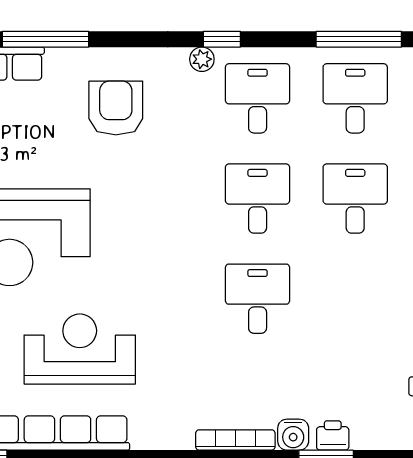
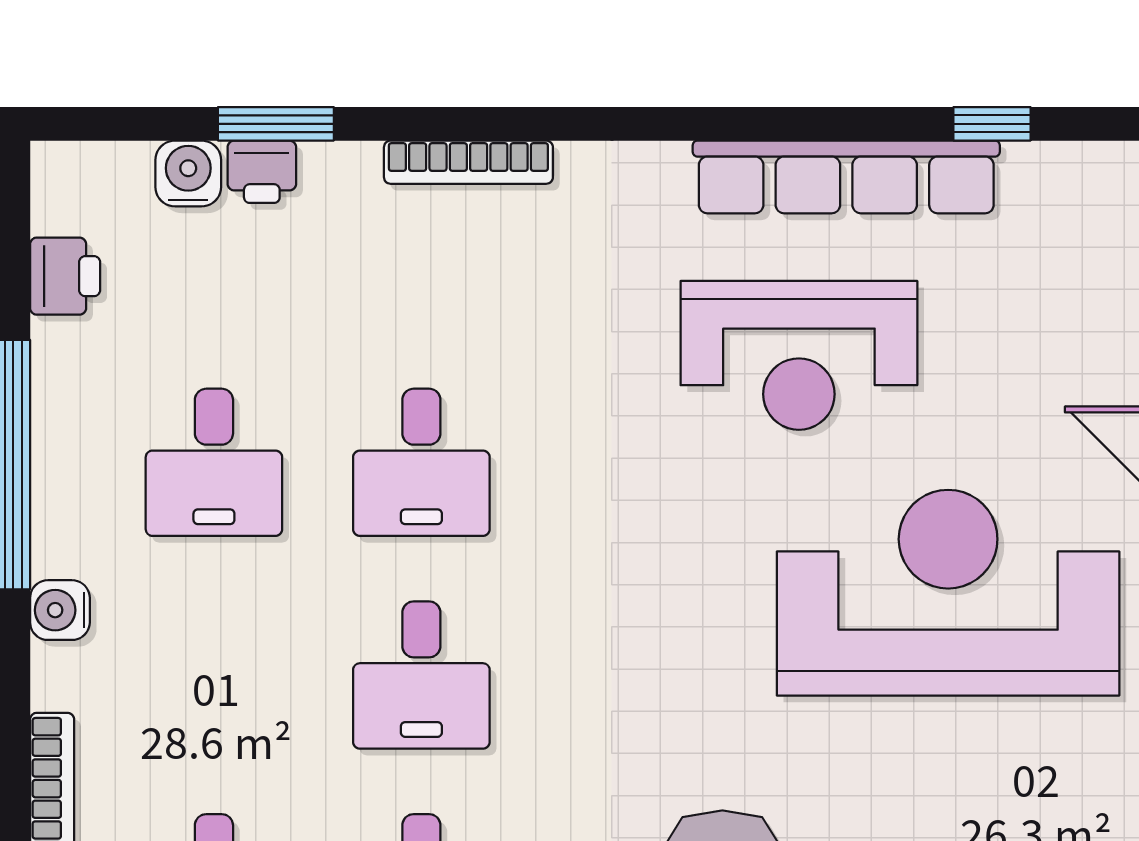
desk: (355, 199) -> (214, 462), moved
water cooler: (293, 435) -> (188, 173), moved

